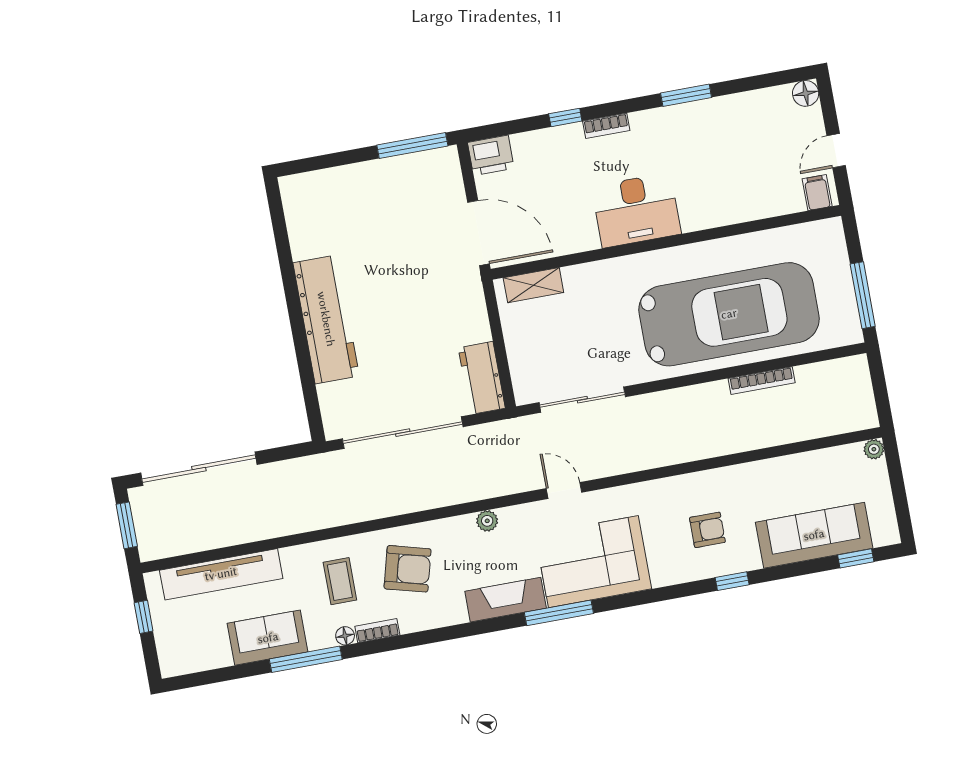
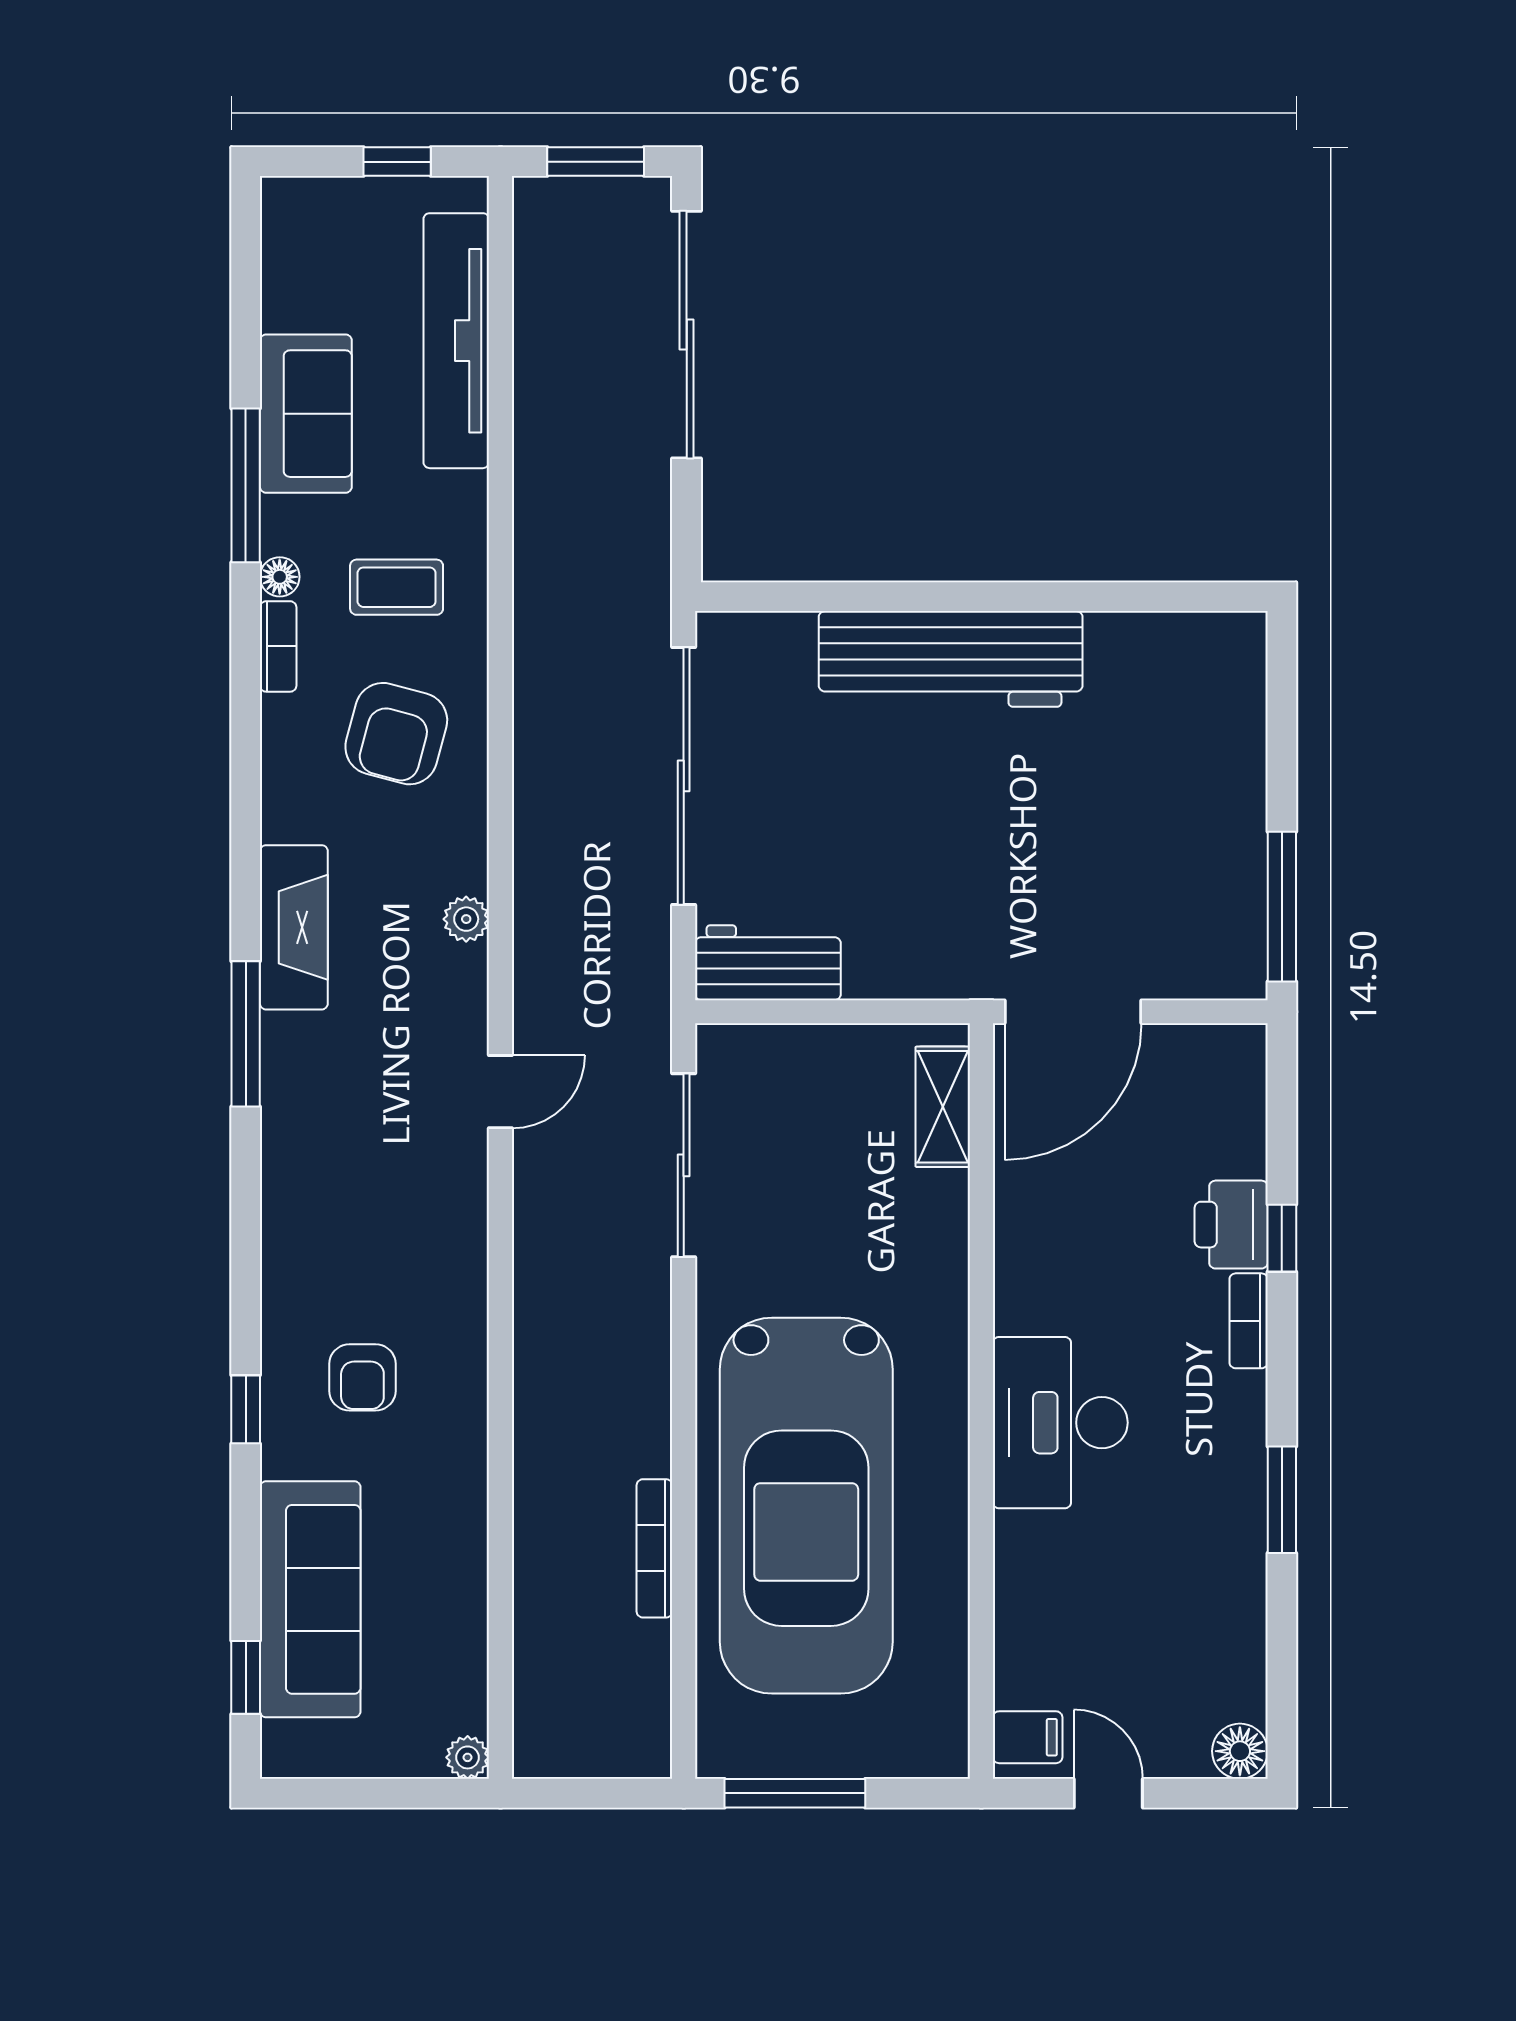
printer: (491, 155) -> (1231, 1225), moved
desk: (636, 210) -> (1060, 1423), moved
corner sofa: (593, 562) -> (340, 1126), removed

